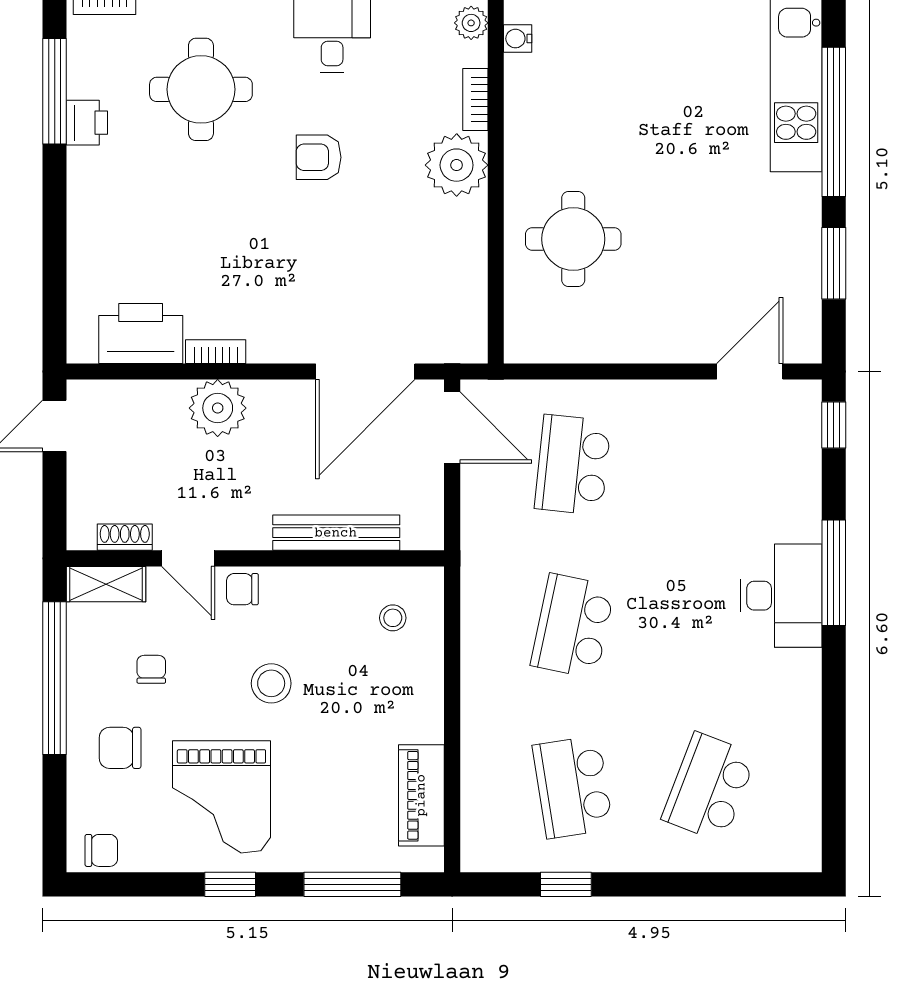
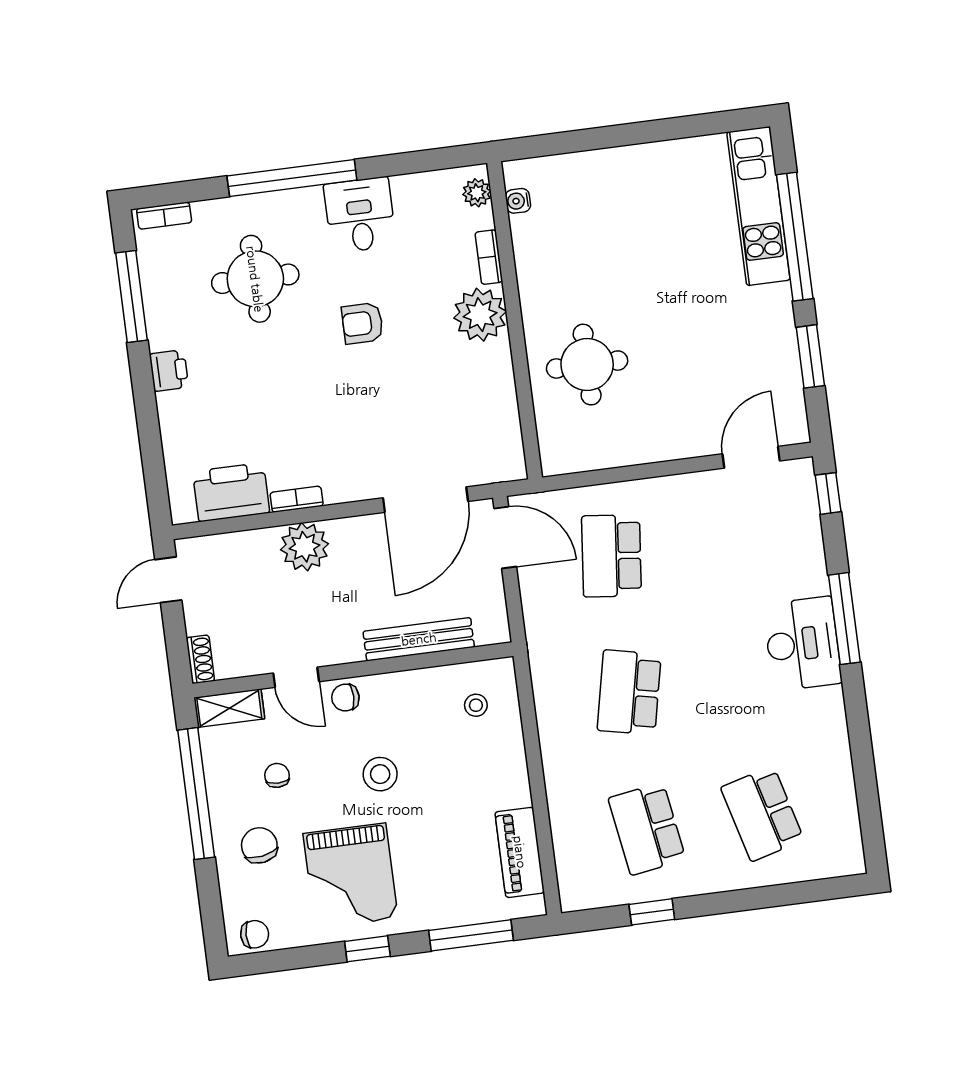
printer: (87, 123) -> (169, 371), moved
shoe rack: (125, 537) -> (200, 659), moved, turned 90
chair: (120, 748) -> (259, 845), turned 81
school desk: (709, 787) -> (762, 814), turned -36

